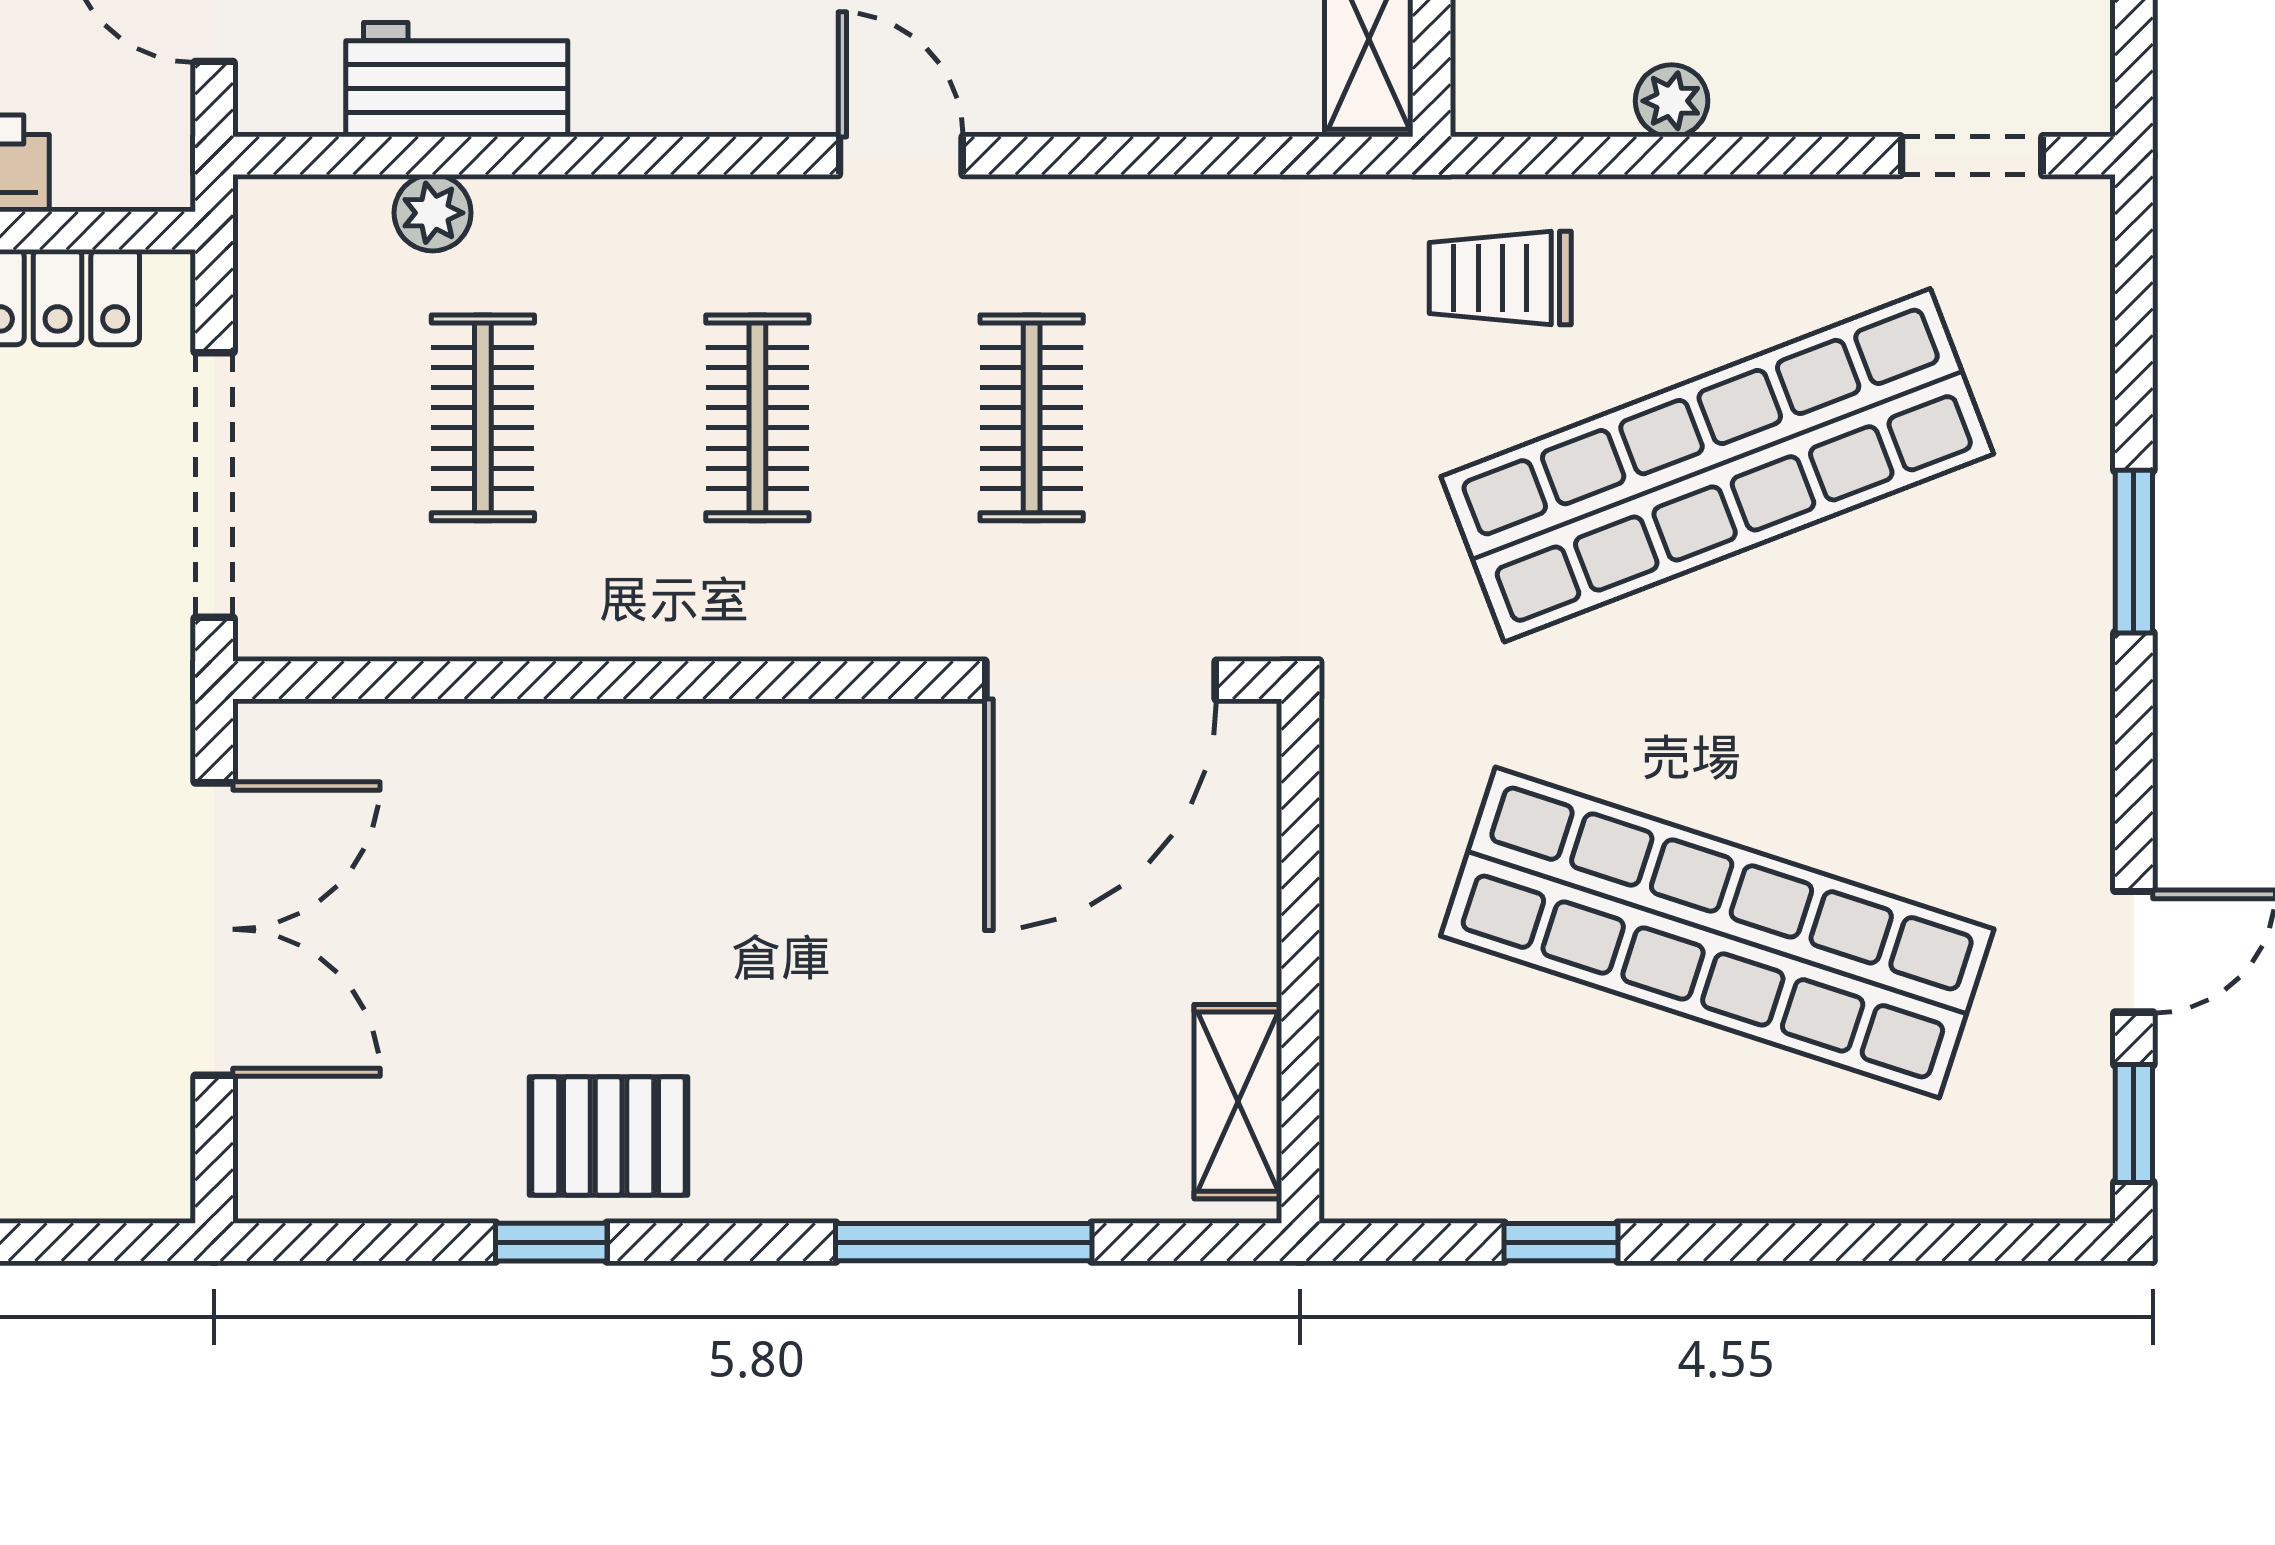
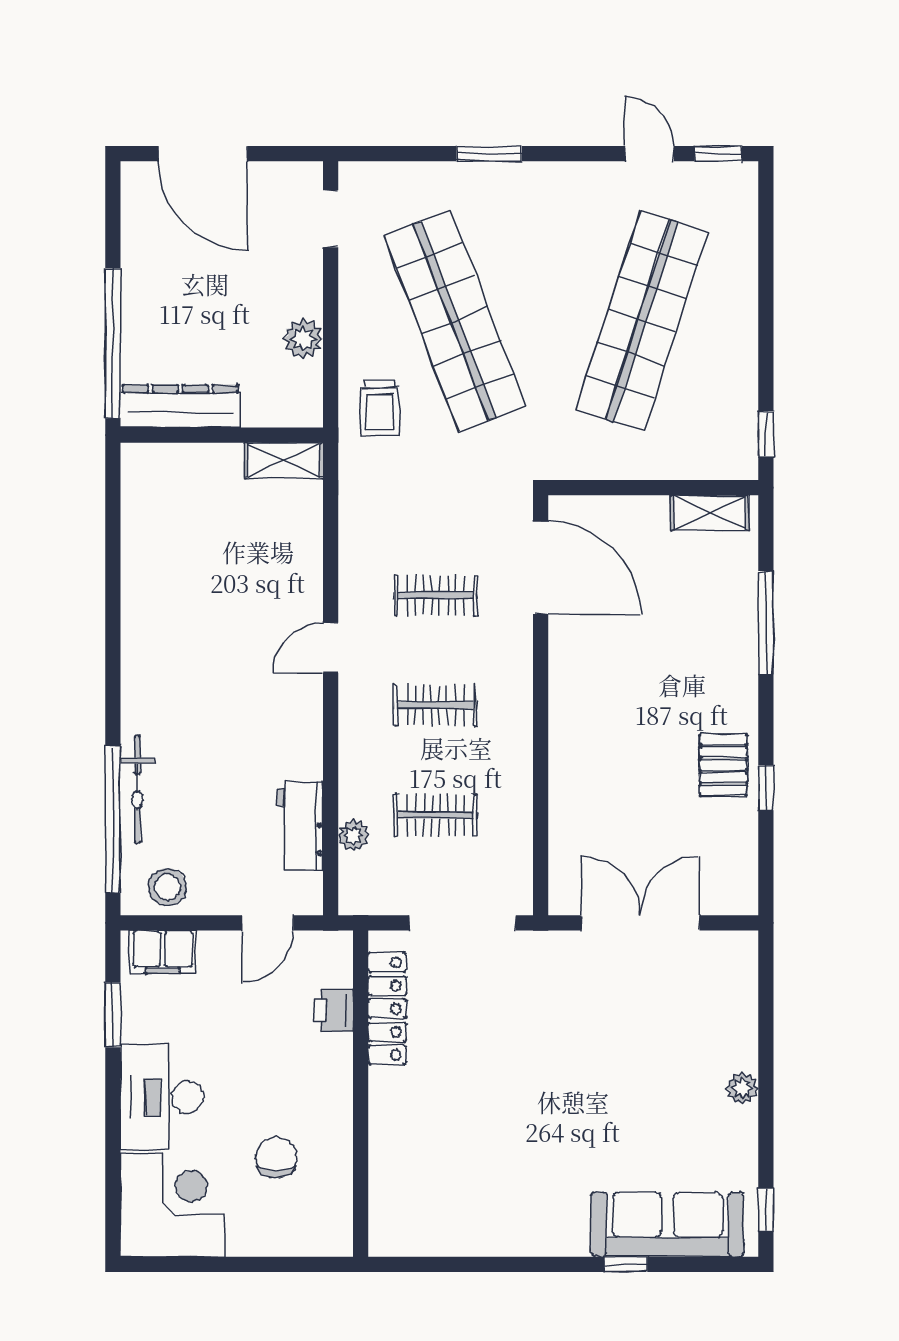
plant: (1672, 101) -> (303, 339), width x1.38, depth x1.38
window: (1561, 1242) -> (766, 434), moved

